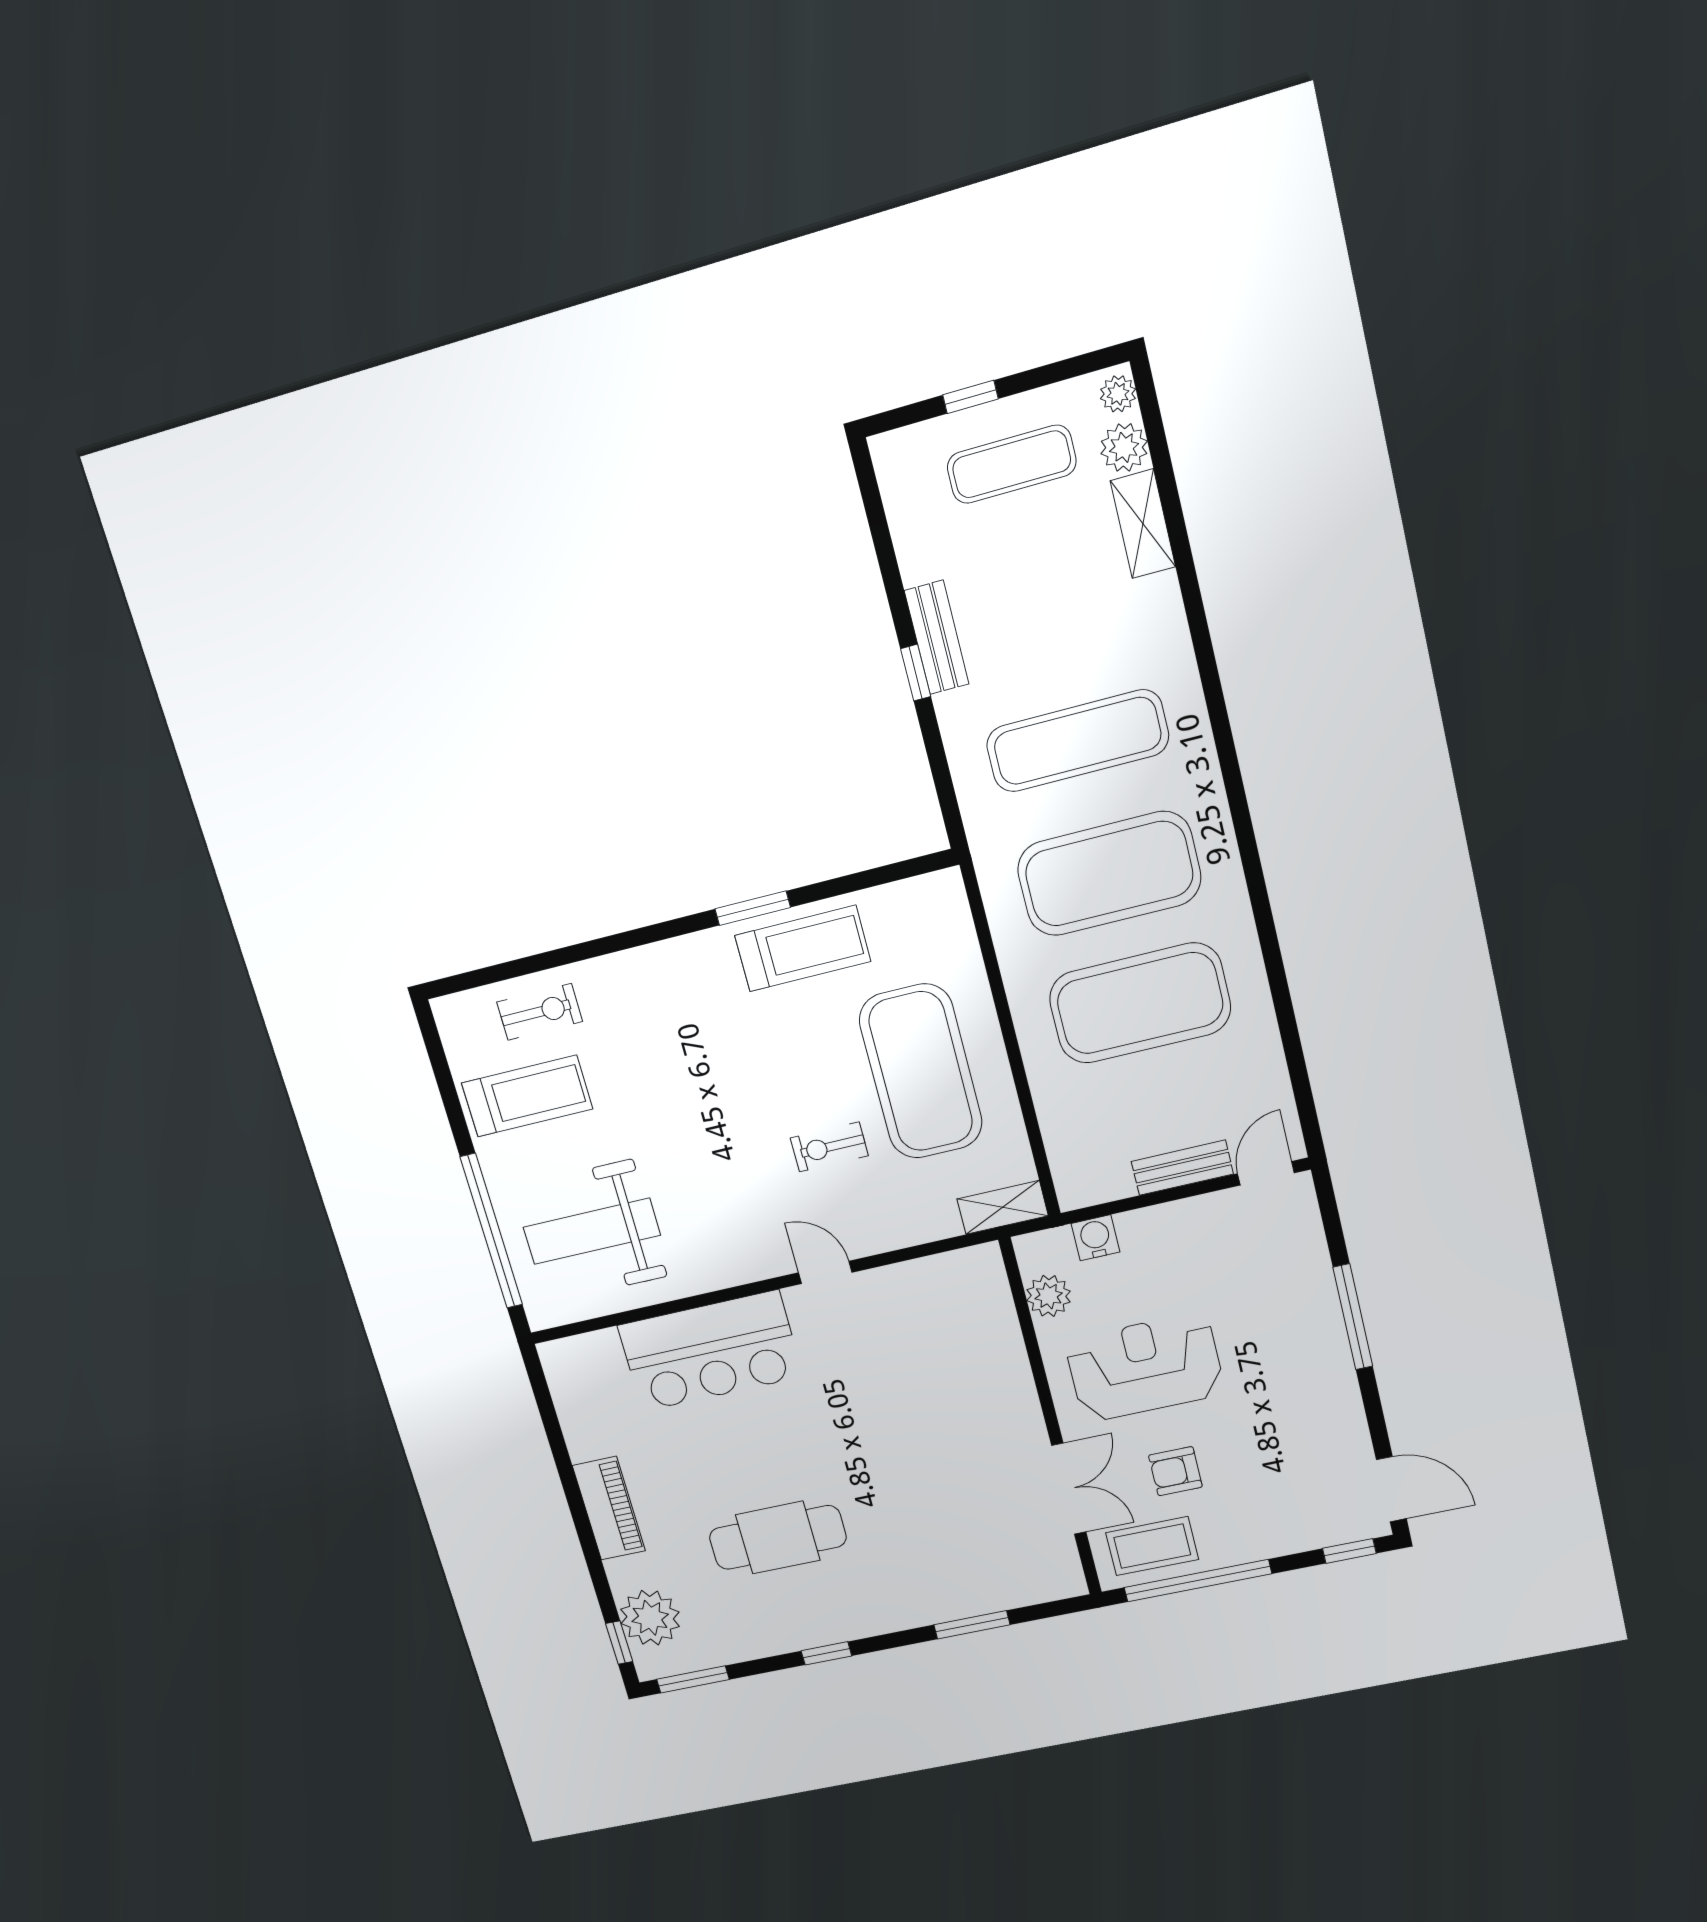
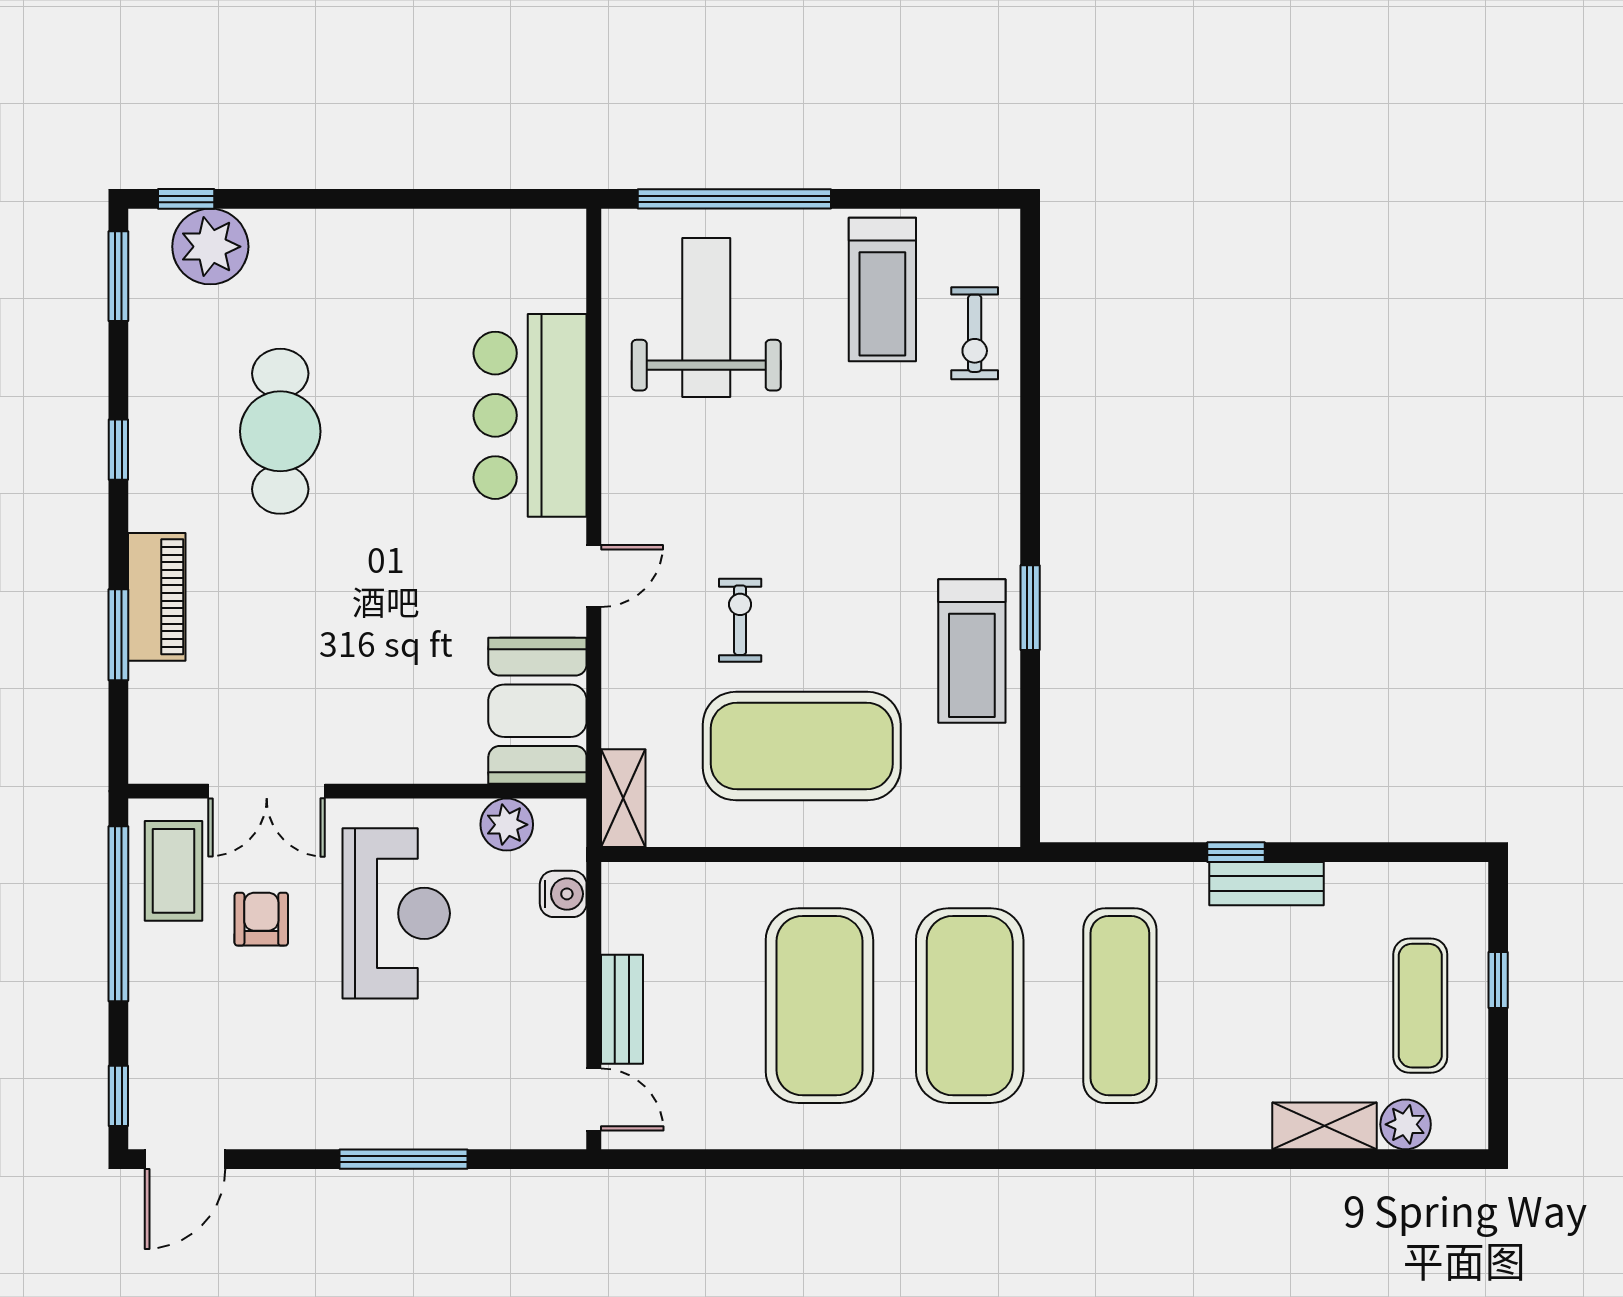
plant: (1118, 394) -> (1460, 1131), removed
booth: (948, 1292) -> (537, 711), added
piano: (609, 1508) -> (157, 597), moved, turned -90

